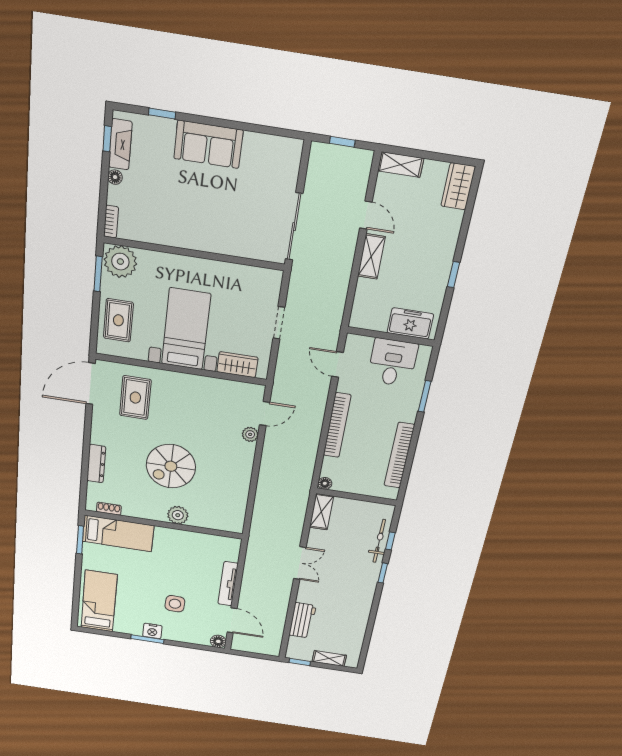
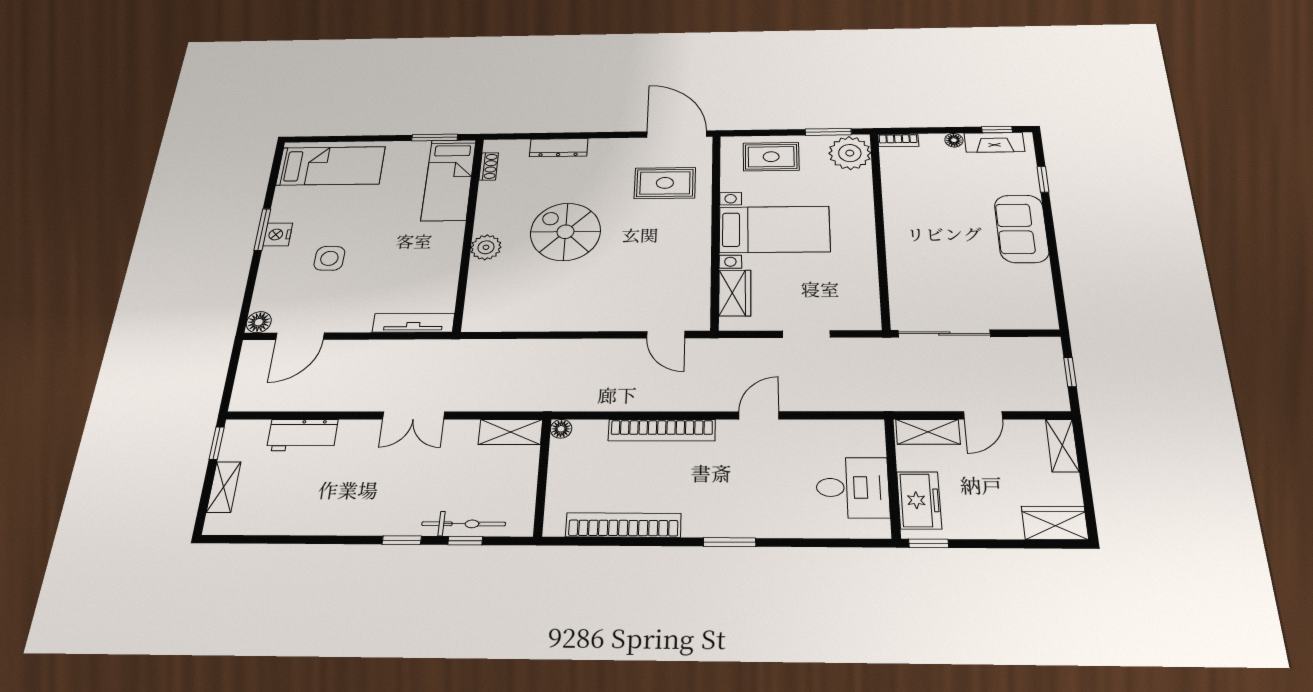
freezer: (410, 323) -> (919, 500), moved
wall: (391, 337) -> (893, 478), moved
desk: (392, 363) -> (853, 487), moved
plant: (250, 434) -> (630, 321), removed
tv unit: (228, 584) -> (413, 323), moved

